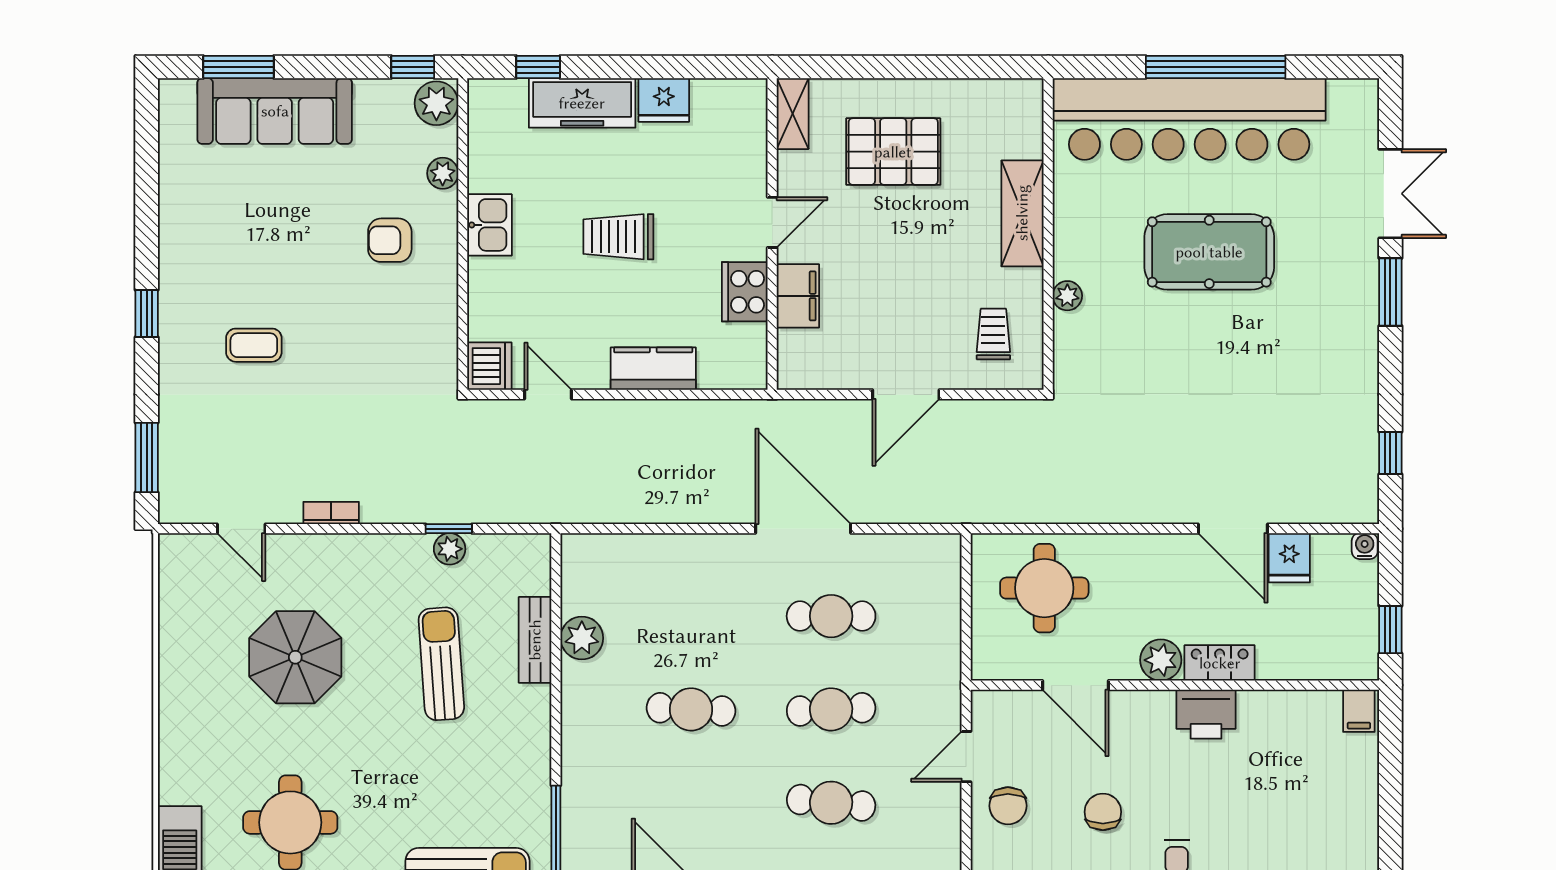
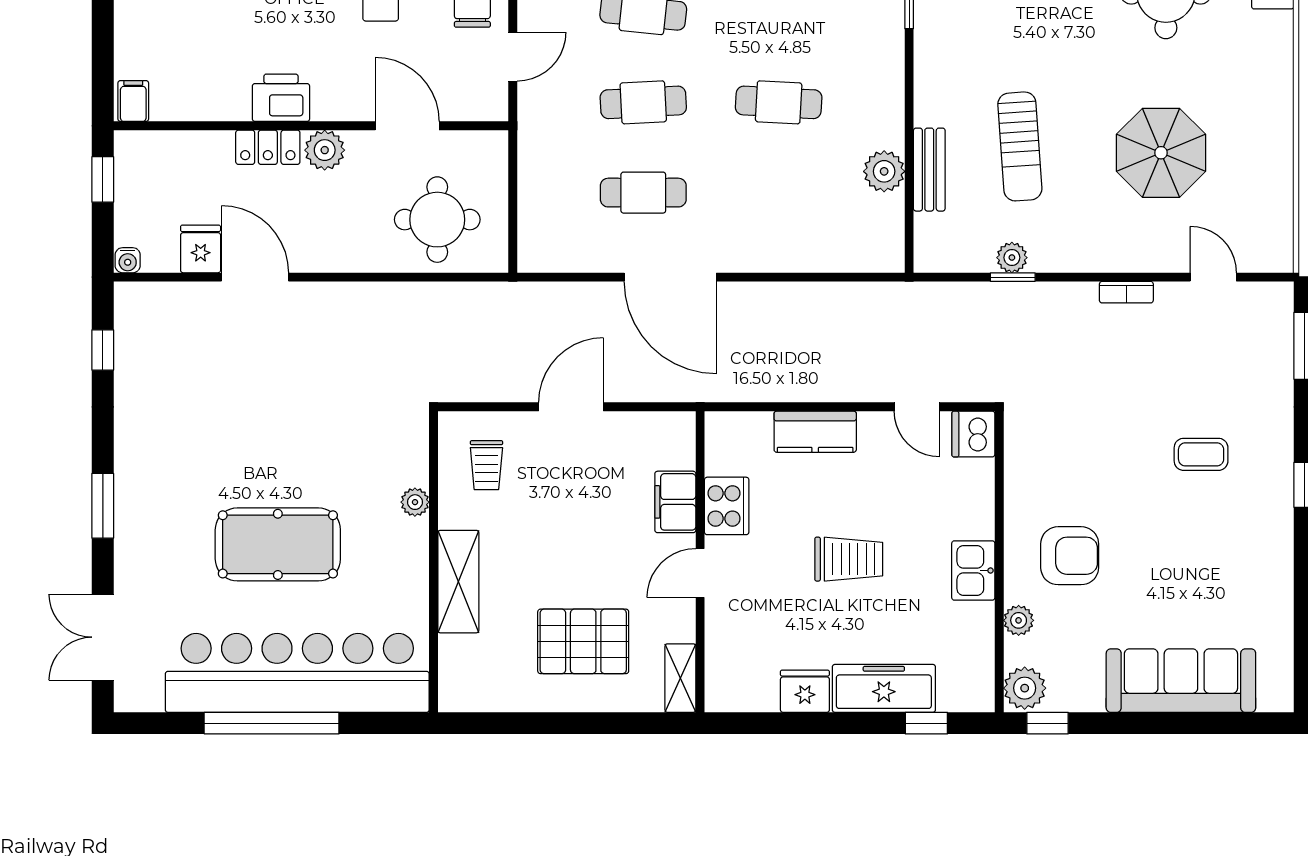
window: (239, 67) -> (1216, 723), removed
double door: (1390, 194) -> (103, 637), moved
armchair: (390, 240) -> (1070, 556), width x1.38, depth x1.38

